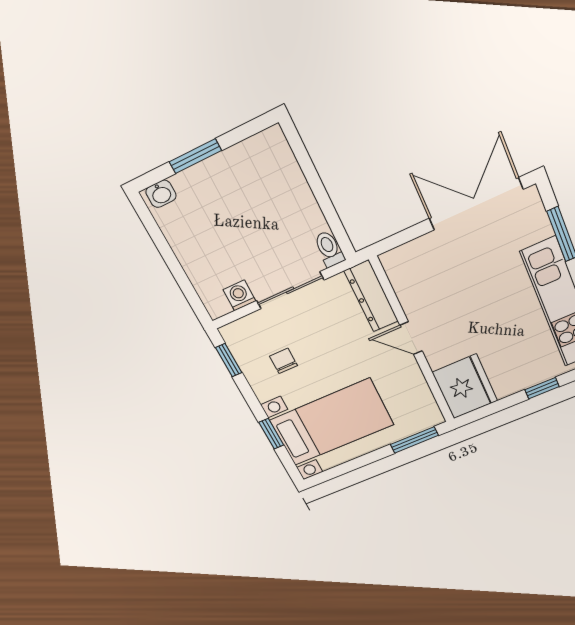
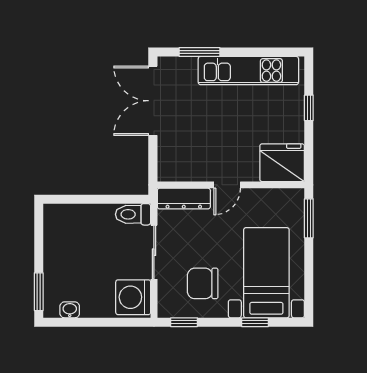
window: (195, 156) -> (39, 292), moved
washbasin: (161, 194) -> (70, 310), moved, turned -90
toilet: (329, 249) -> (133, 214), width x1.37, depth x1.39
washing machine: (239, 295) -> (133, 297), width x1.89, depth x1.89
chair: (283, 361) -> (203, 283), width x1.87, depth x1.87

